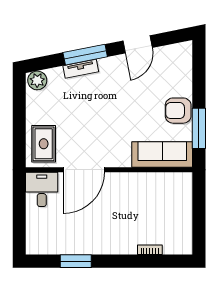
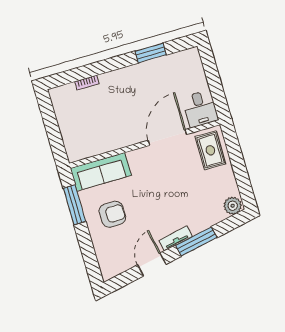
tv unit: (81, 69) -> (176, 238), moved
armchair: (178, 111) -> (112, 214), moved

